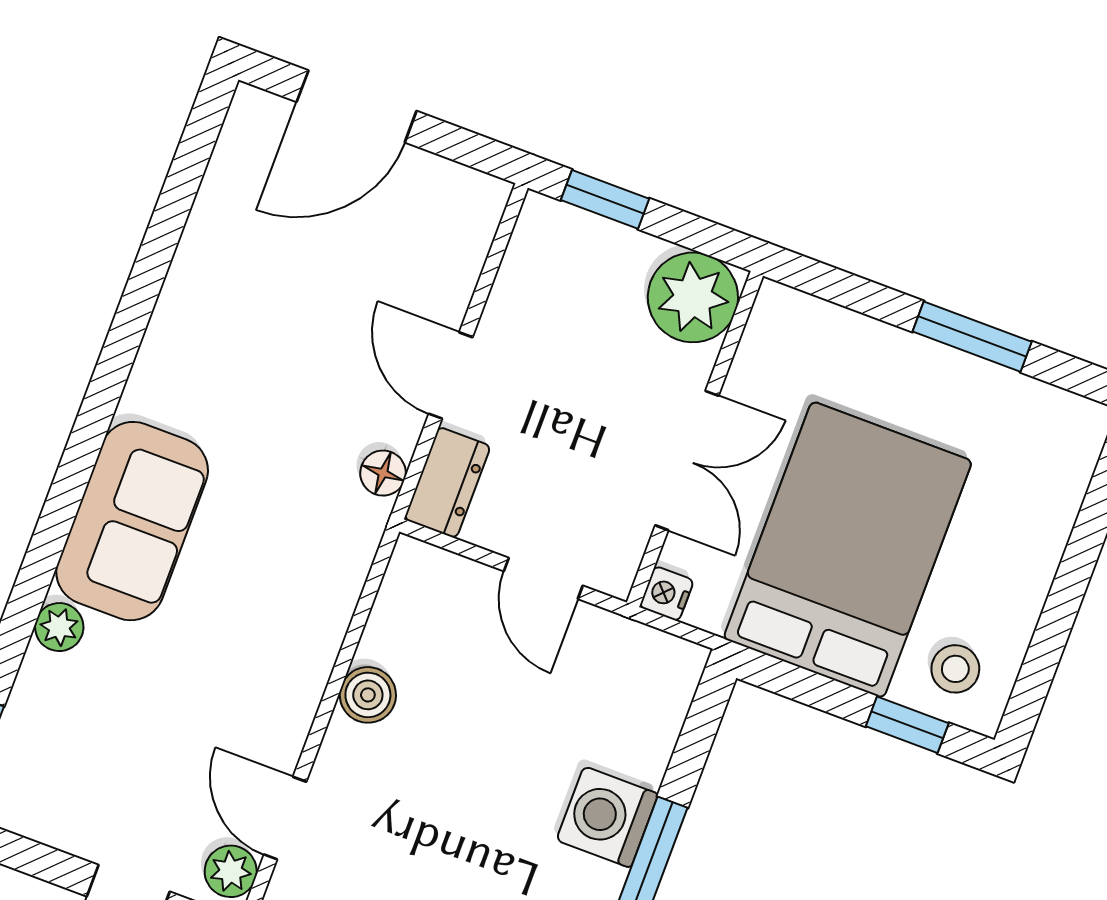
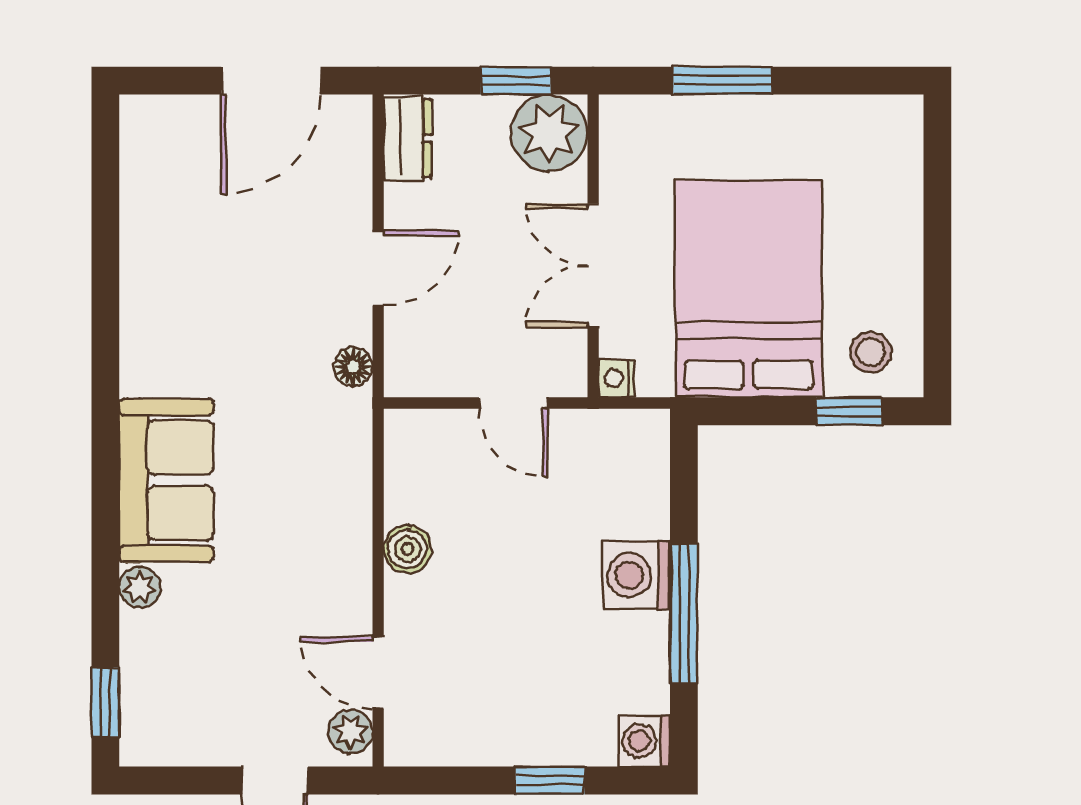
door: (357, 106) -> (271, 81), moved
window: (605, 199) -> (516, 81), moved
window: (972, 337) -> (723, 81), moved
door: (451, 375) -> (378, 268), swing flipped
double door: (687, 461) -> (593, 266), swing flipped
dresser: (447, 483) -> (408, 138), moved

